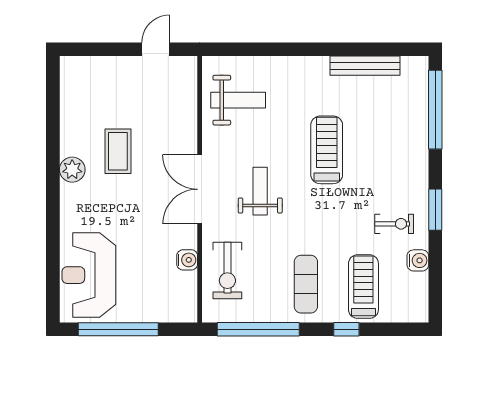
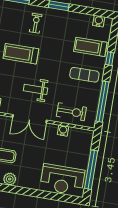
exercise bike: (394, 224) -> (36, 23), moved
water cooler: (418, 260) -> (99, 21), moved

